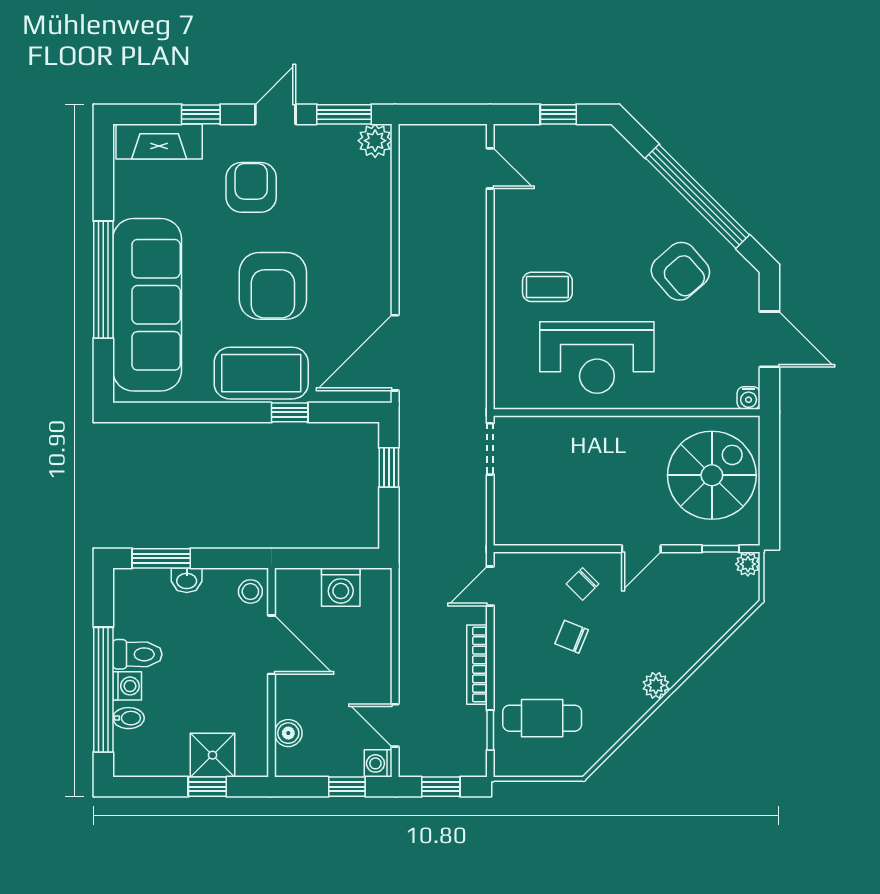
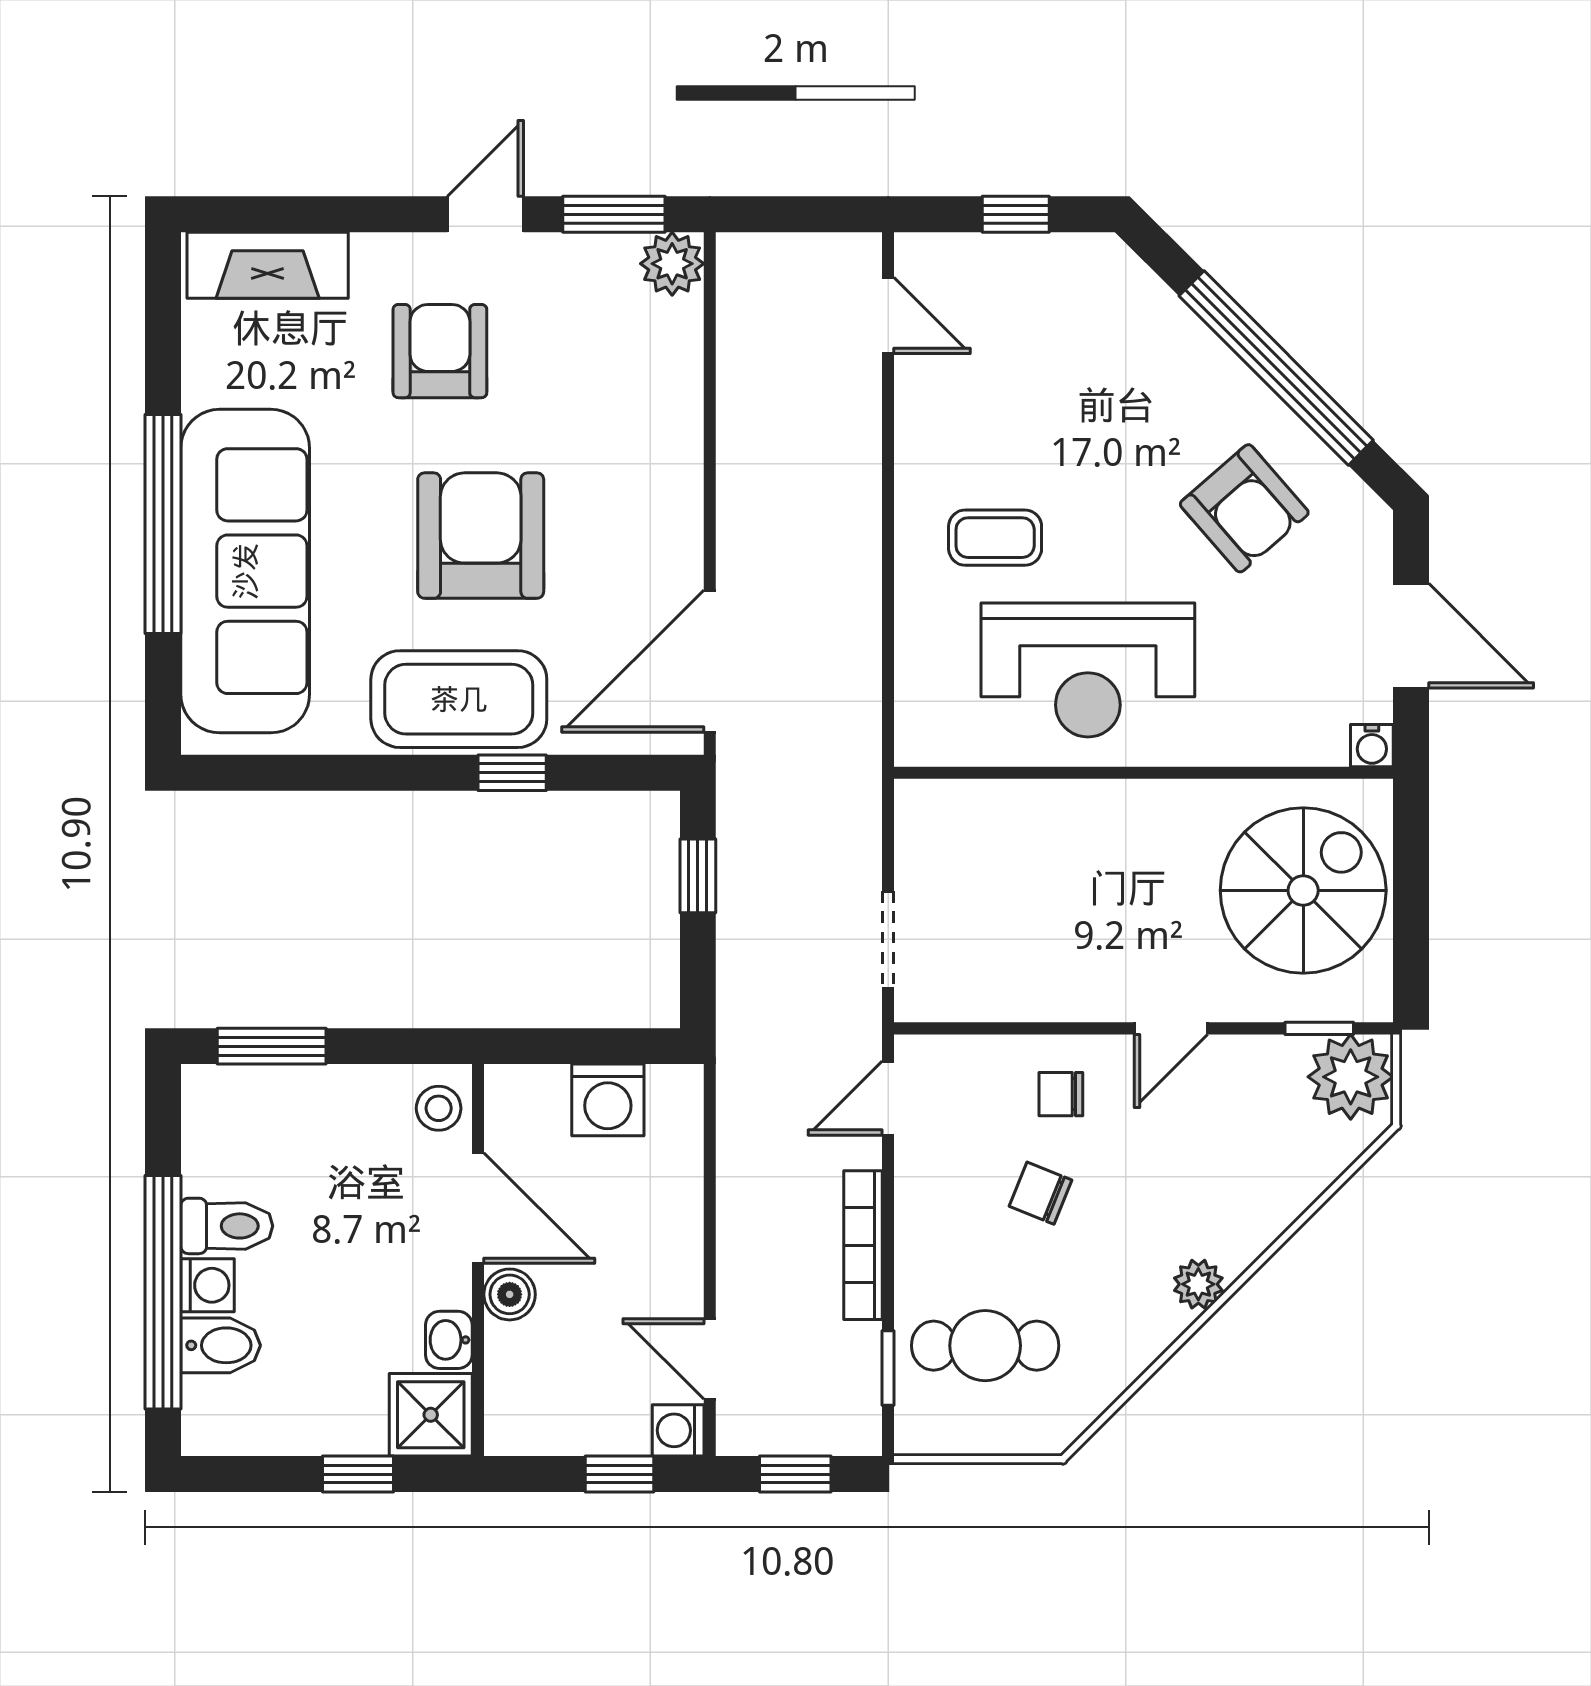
window: (201, 114) -> (346, 214), removed
armchair: (273, 286) -> (481, 536), turned 180
doorway: (490, 449) -> (888, 940), moved
plant: (748, 564) -> (1351, 1077), width x1.88, depth x1.88
washbasin: (187, 580) -> (449, 1340), moved, turned 90
chair: (583, 584) -> (1061, 1094), turned 45
bidet: (128, 718) -> (221, 1345), width x1.38, depth x1.36
boiler: (288, 733) -> (510, 1294), moved
shower: (213, 755) -> (431, 1415), moved

